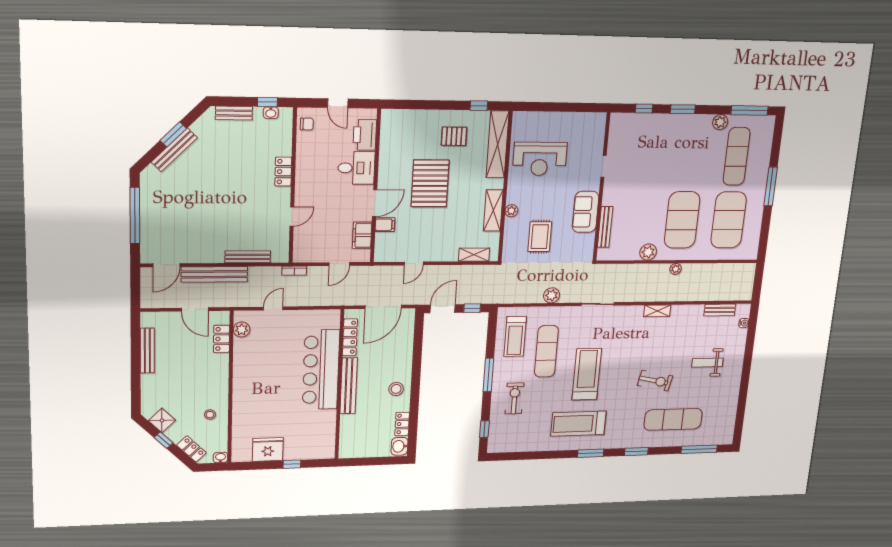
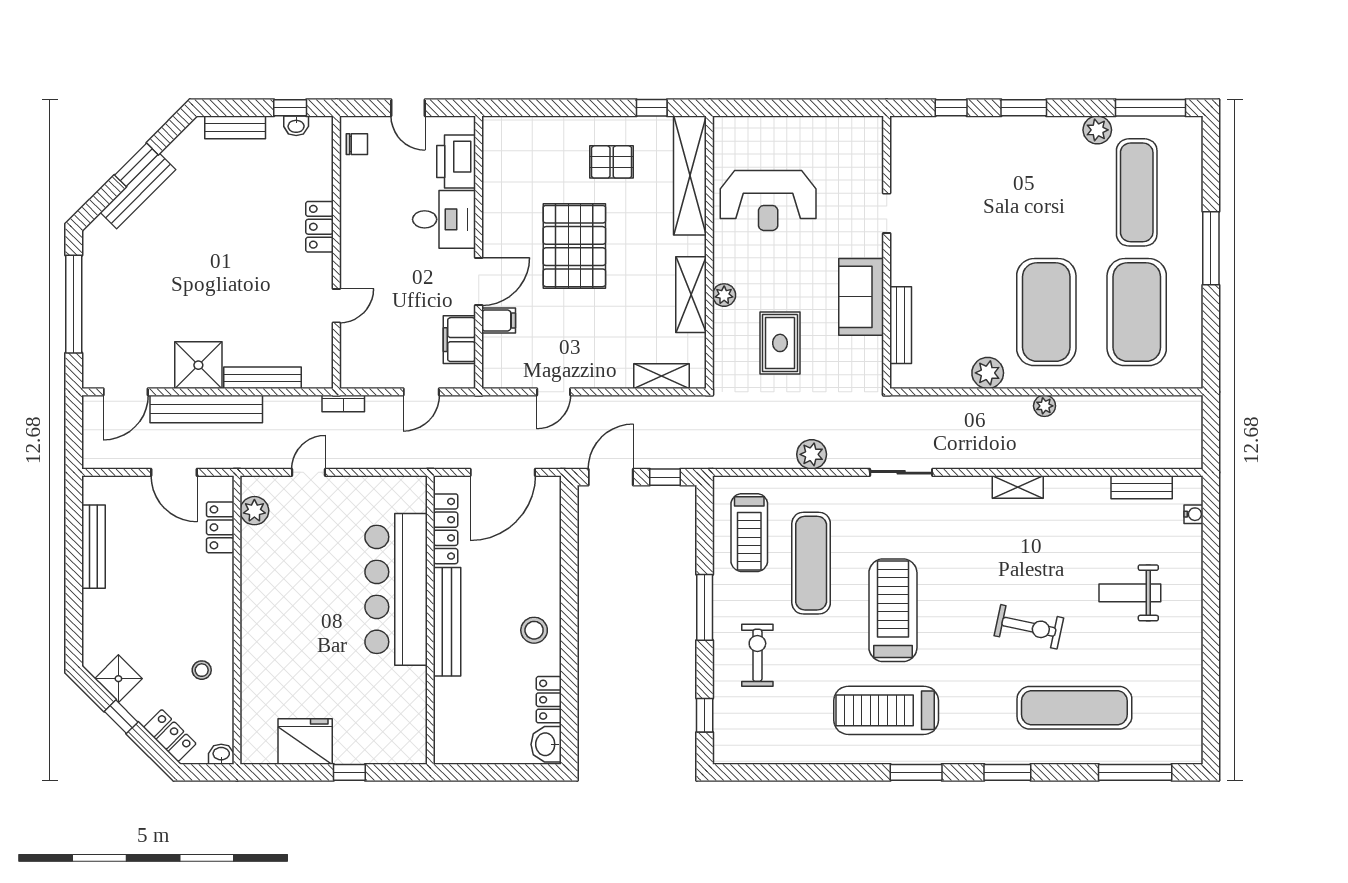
shower: (210, 250) -> (198, 365), added

